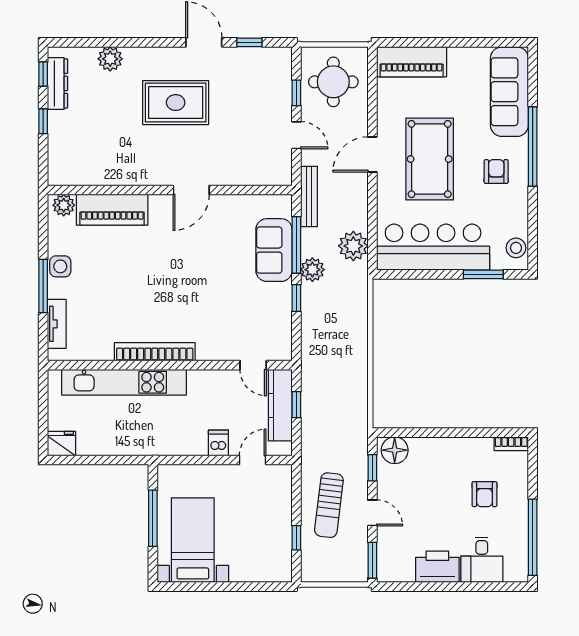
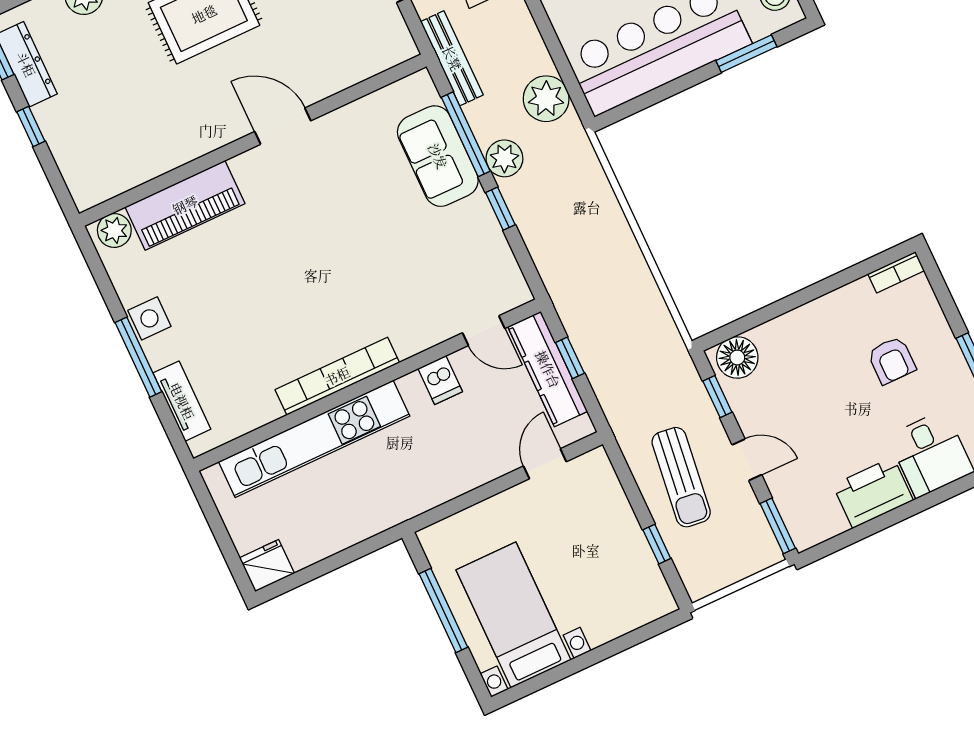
door: (191, 190) -> (283, 126), swing flipped
dishwasher: (218, 443) -> (440, 380), moved, turned 180

